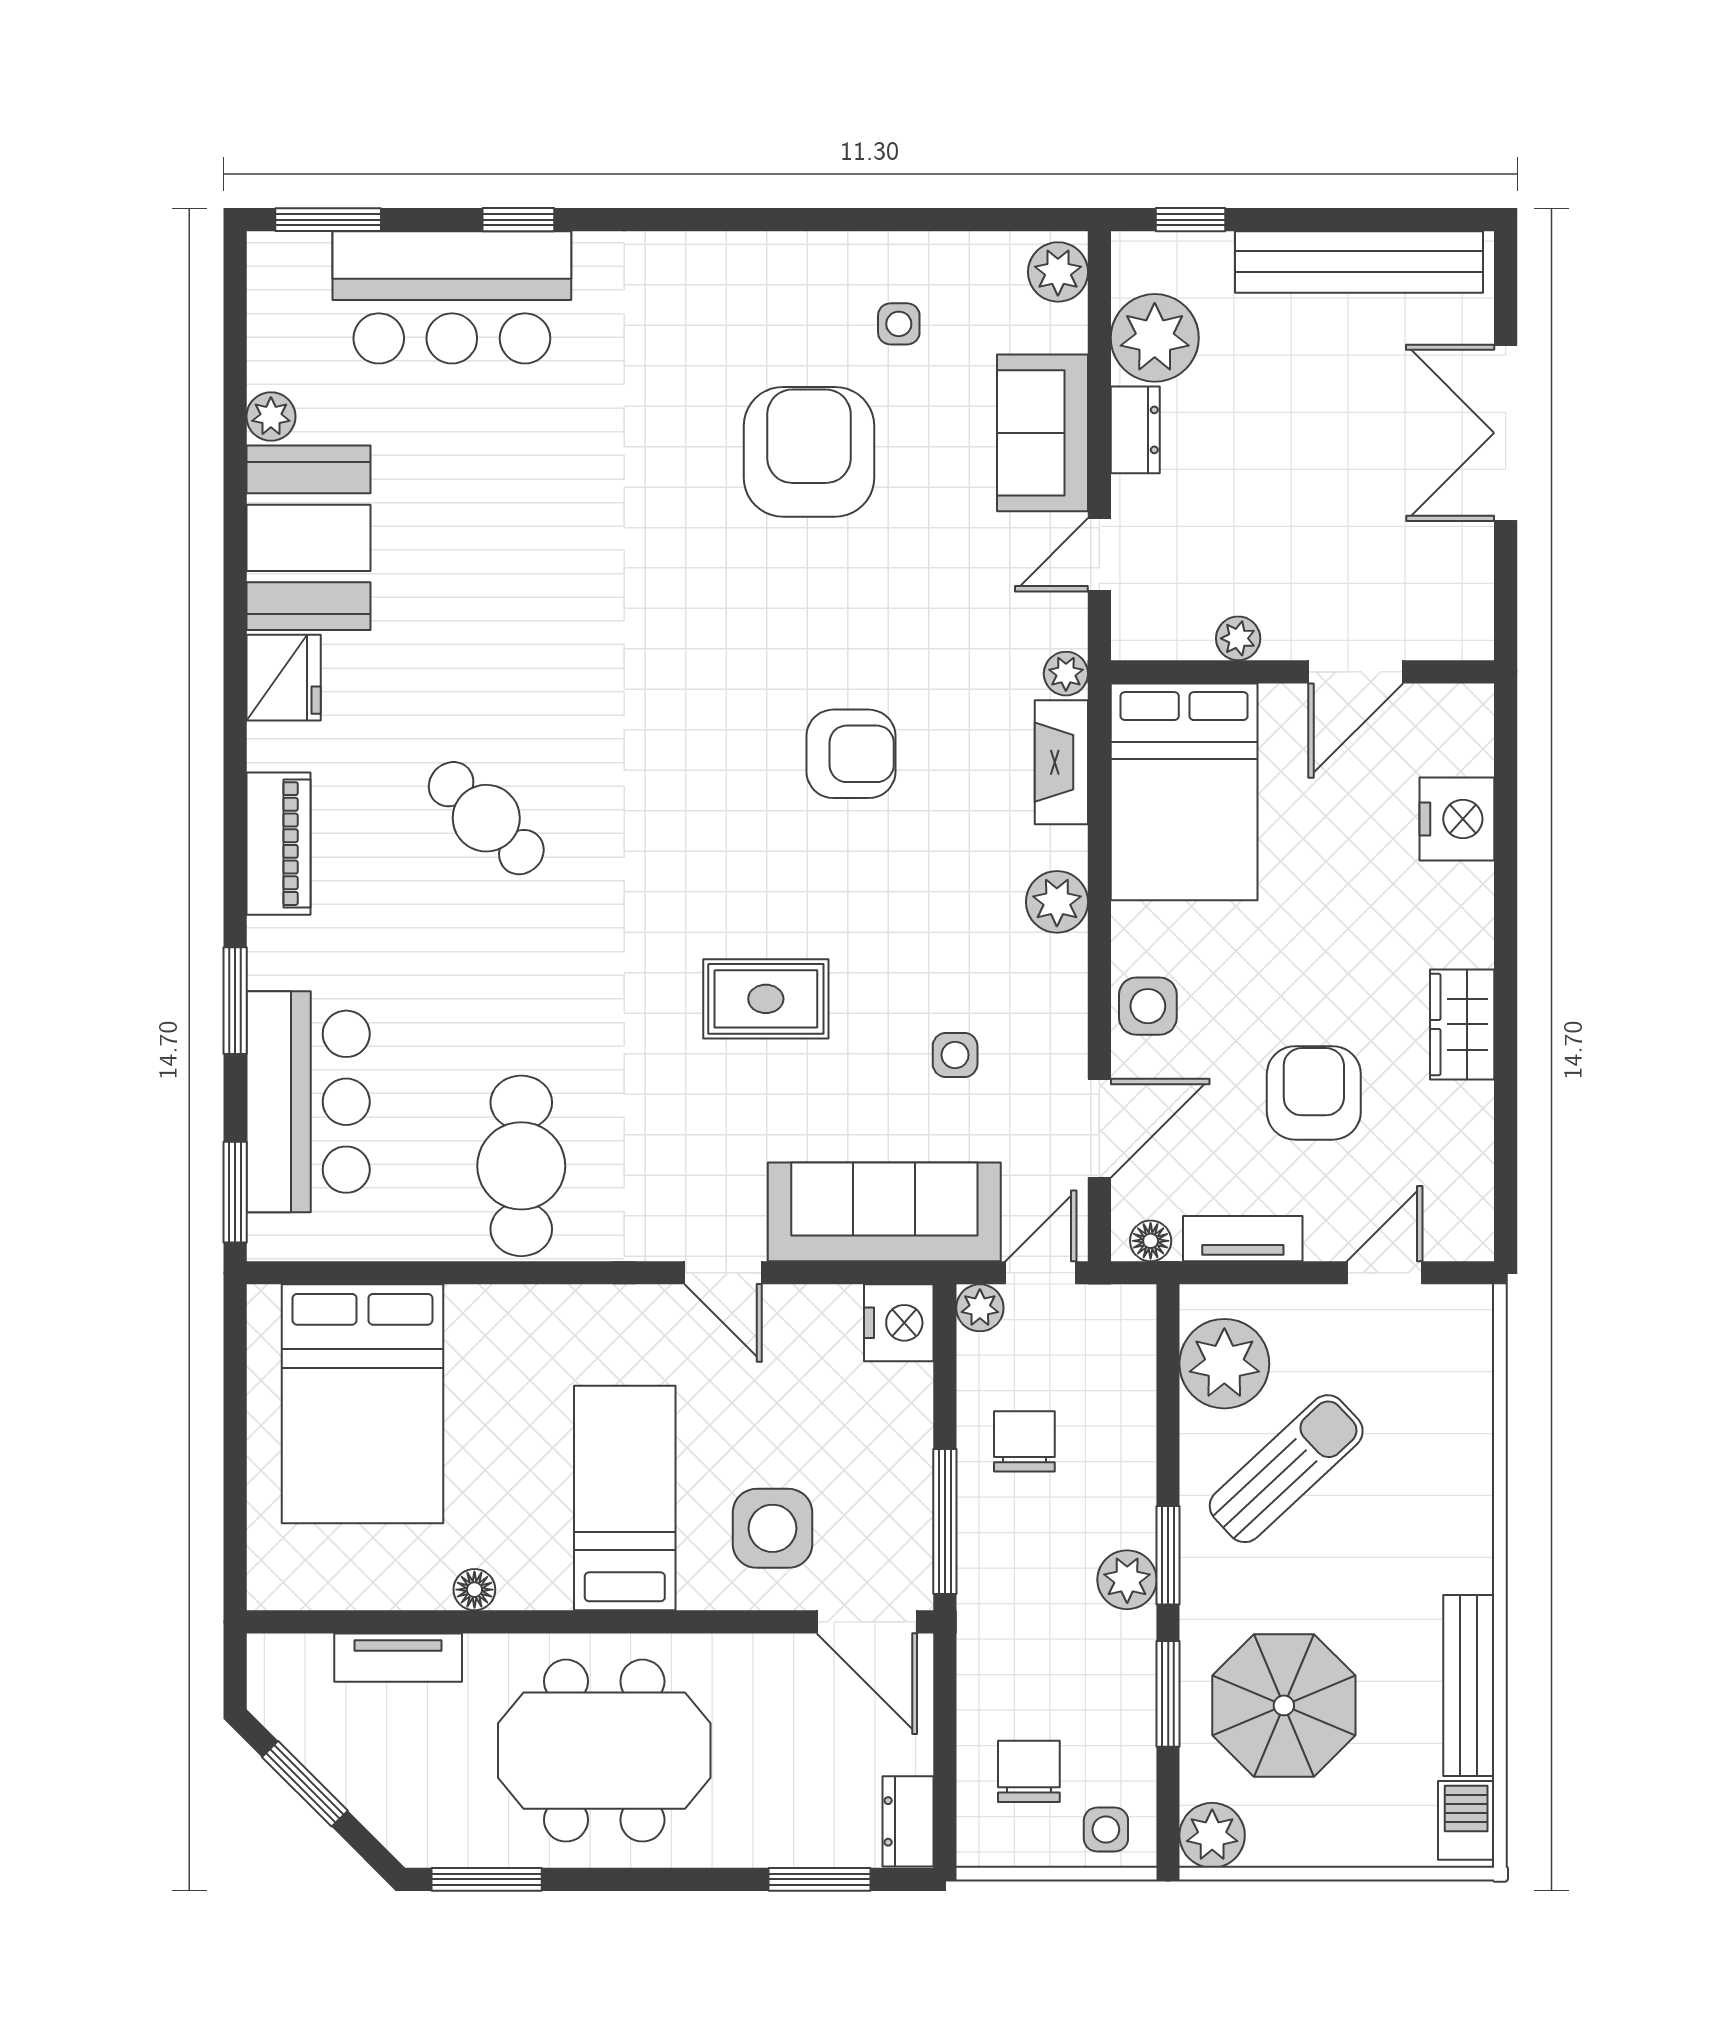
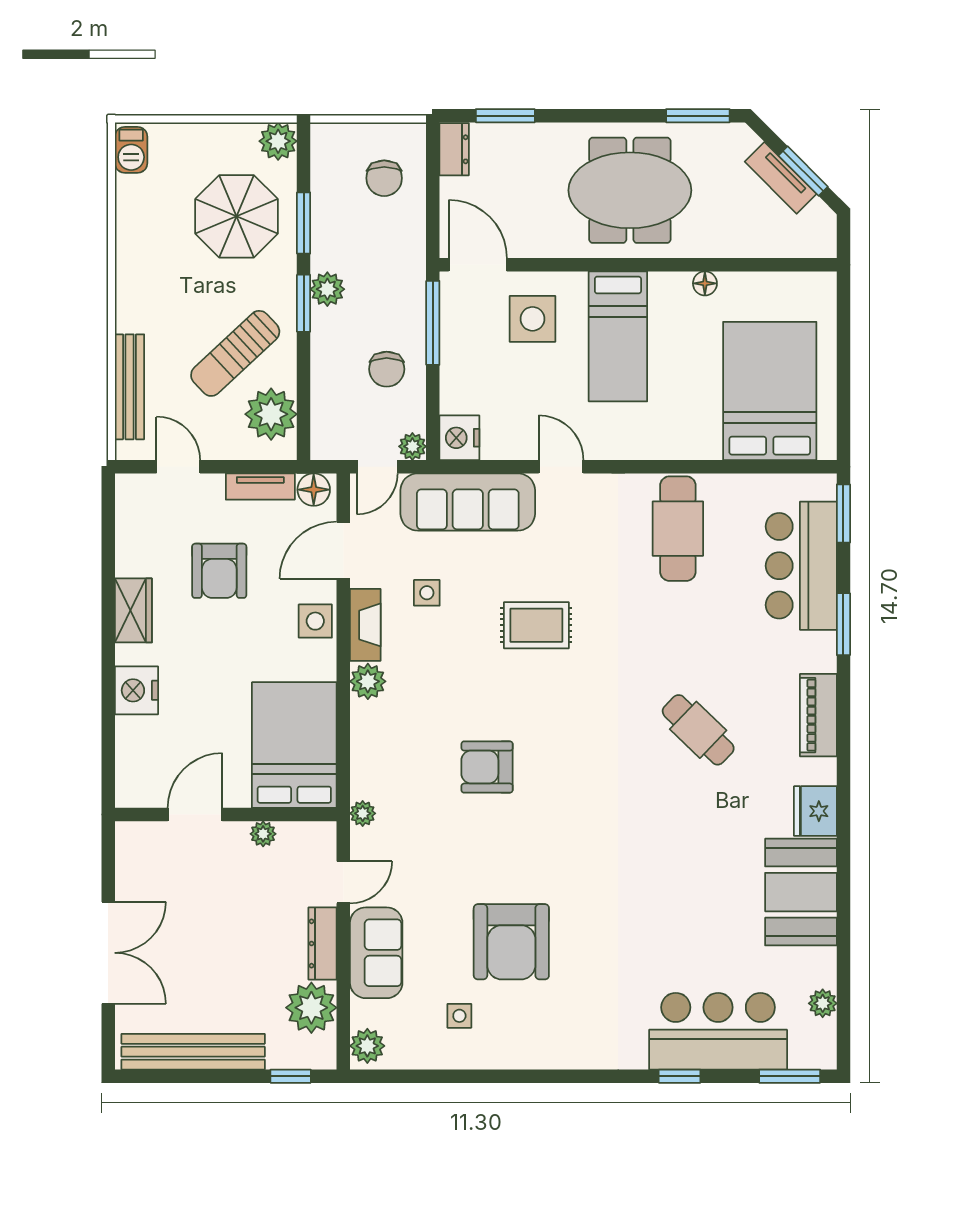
plant: (271, 417) -> (823, 1003), moved
dresser: (1135, 430) -> (323, 943), width x1.44
fireplace: (1061, 762) -> (365, 625), moved
nightstand: (1457, 819) -> (136, 690), moved
floor lamp: (1151, 1241) -> (314, 490), width x1.37, depth x1.37
door: (1385, 1273) -> (178, 467), swing flipped
tv unit: (398, 1658) -> (781, 178), moved, turned -135
bench: (1469, 1686) -> (130, 387), moved
side table: (1106, 1830) -> (340, 145), removed

